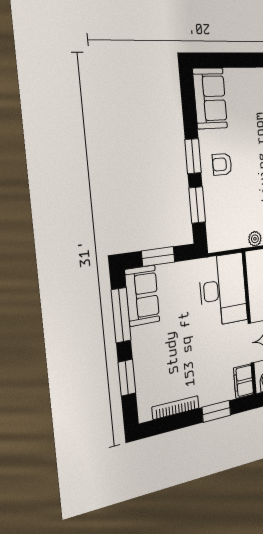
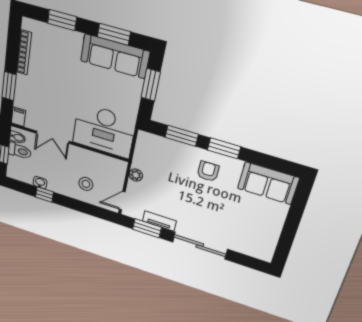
sofa: (142, 296) -> (115, 56), width x1.36
window: (121, 315) -> (114, 34), width x0.69
filing cabinet: (244, 381) -> (18, 117), width x0.50

